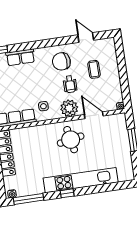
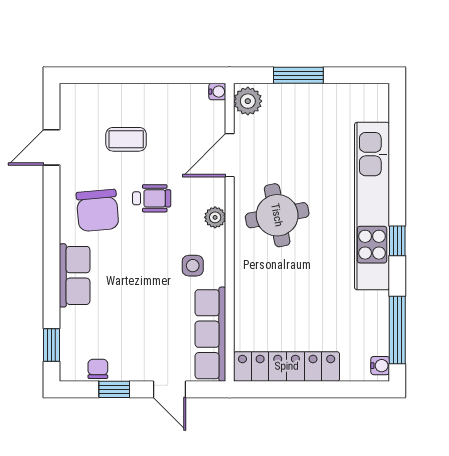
row of seats: (20, 57) -> (75, 275), moved
plant: (69, 108) -> (215, 217), width x0.53, depth x0.53
plant: (118, 120) -> (248, 101), added

